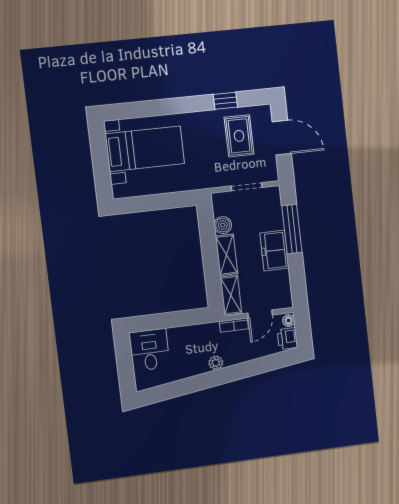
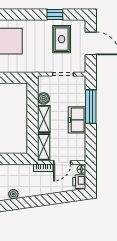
plant: (216, 363) -> (13, 194), moved

